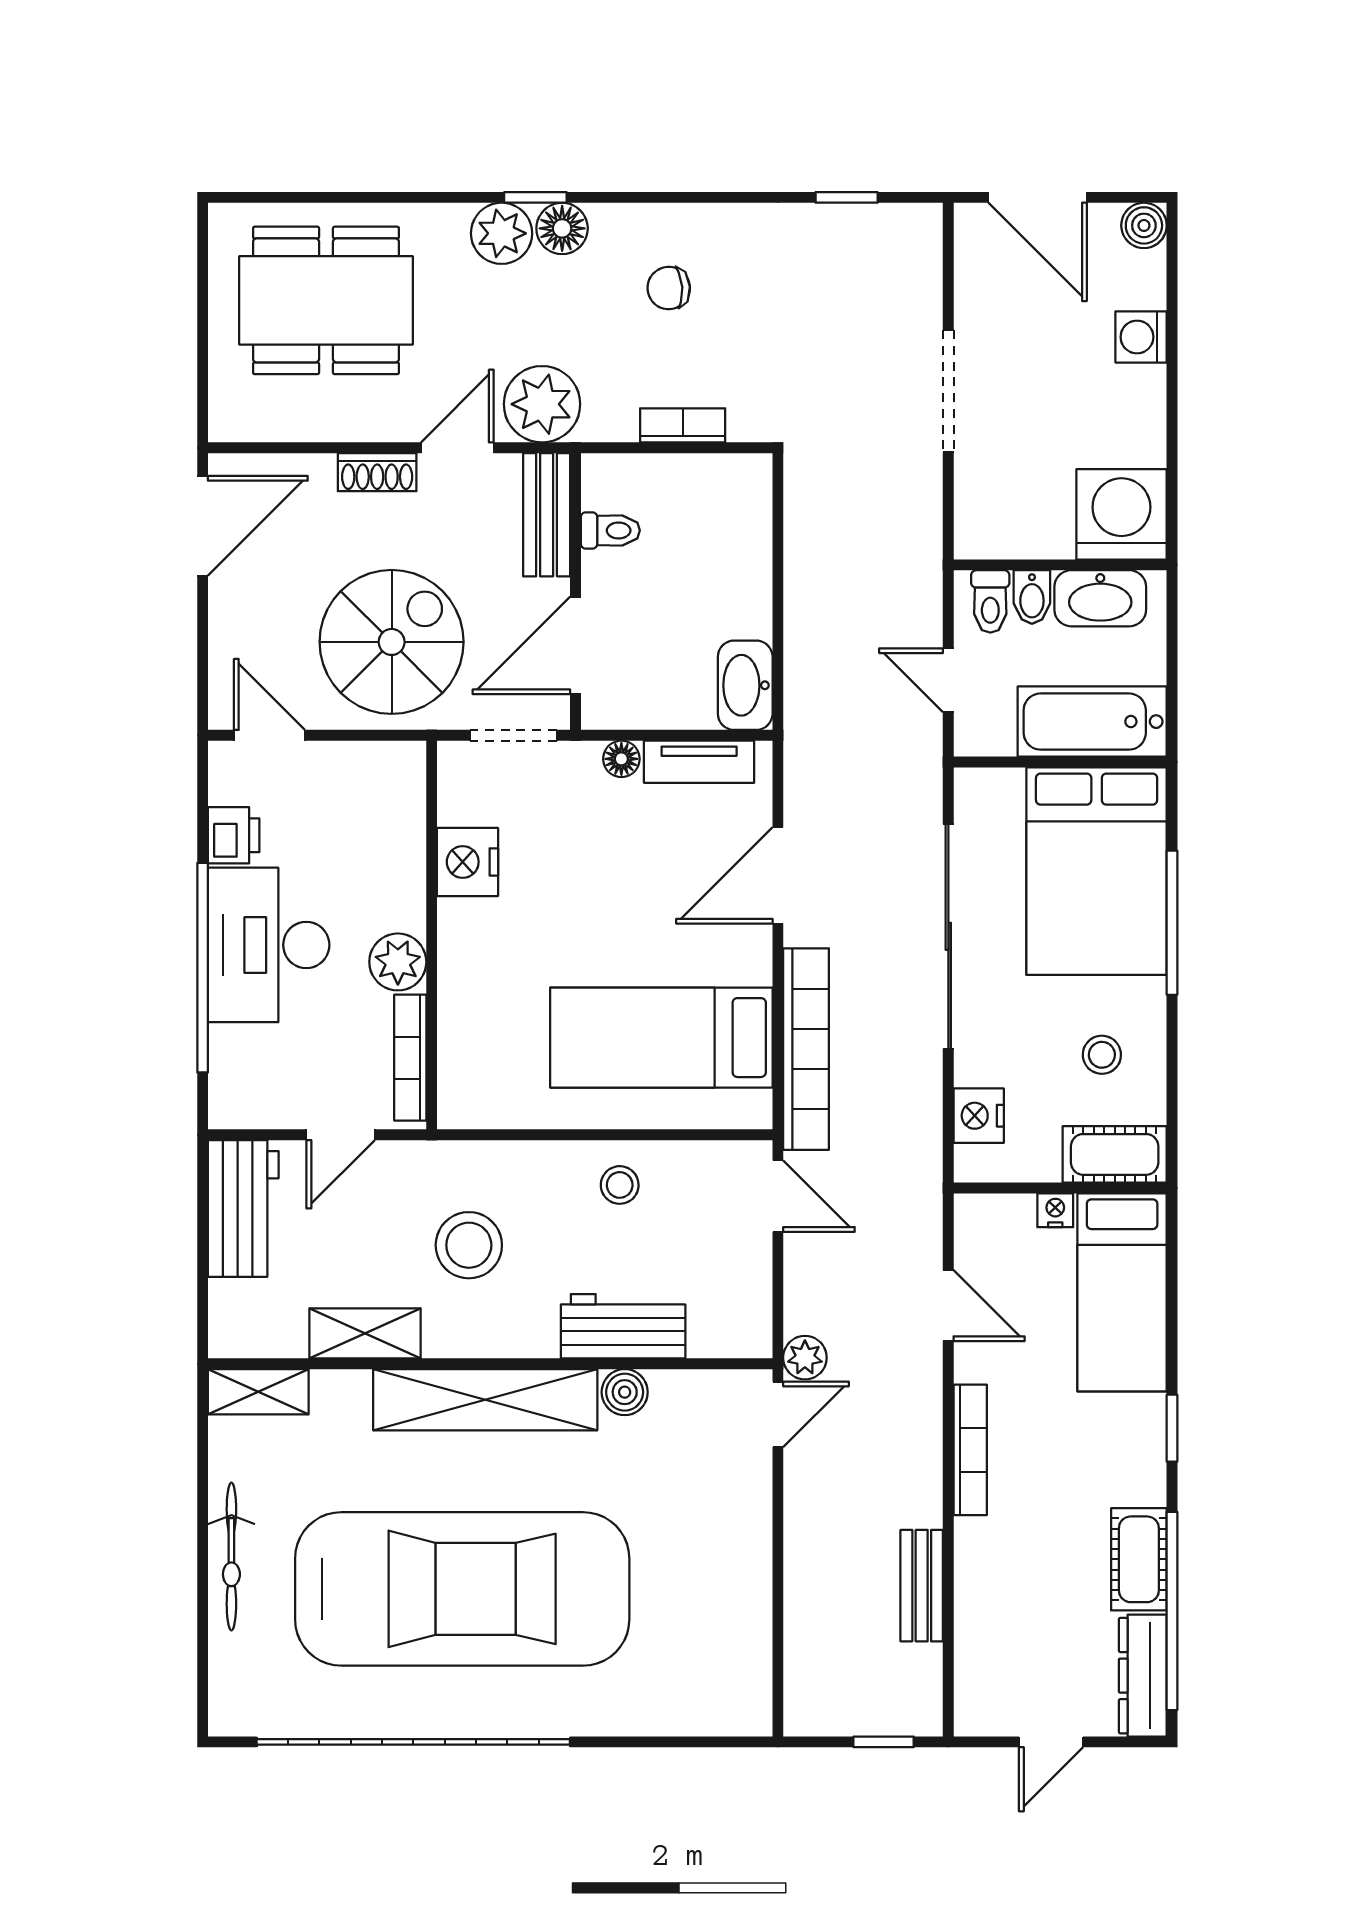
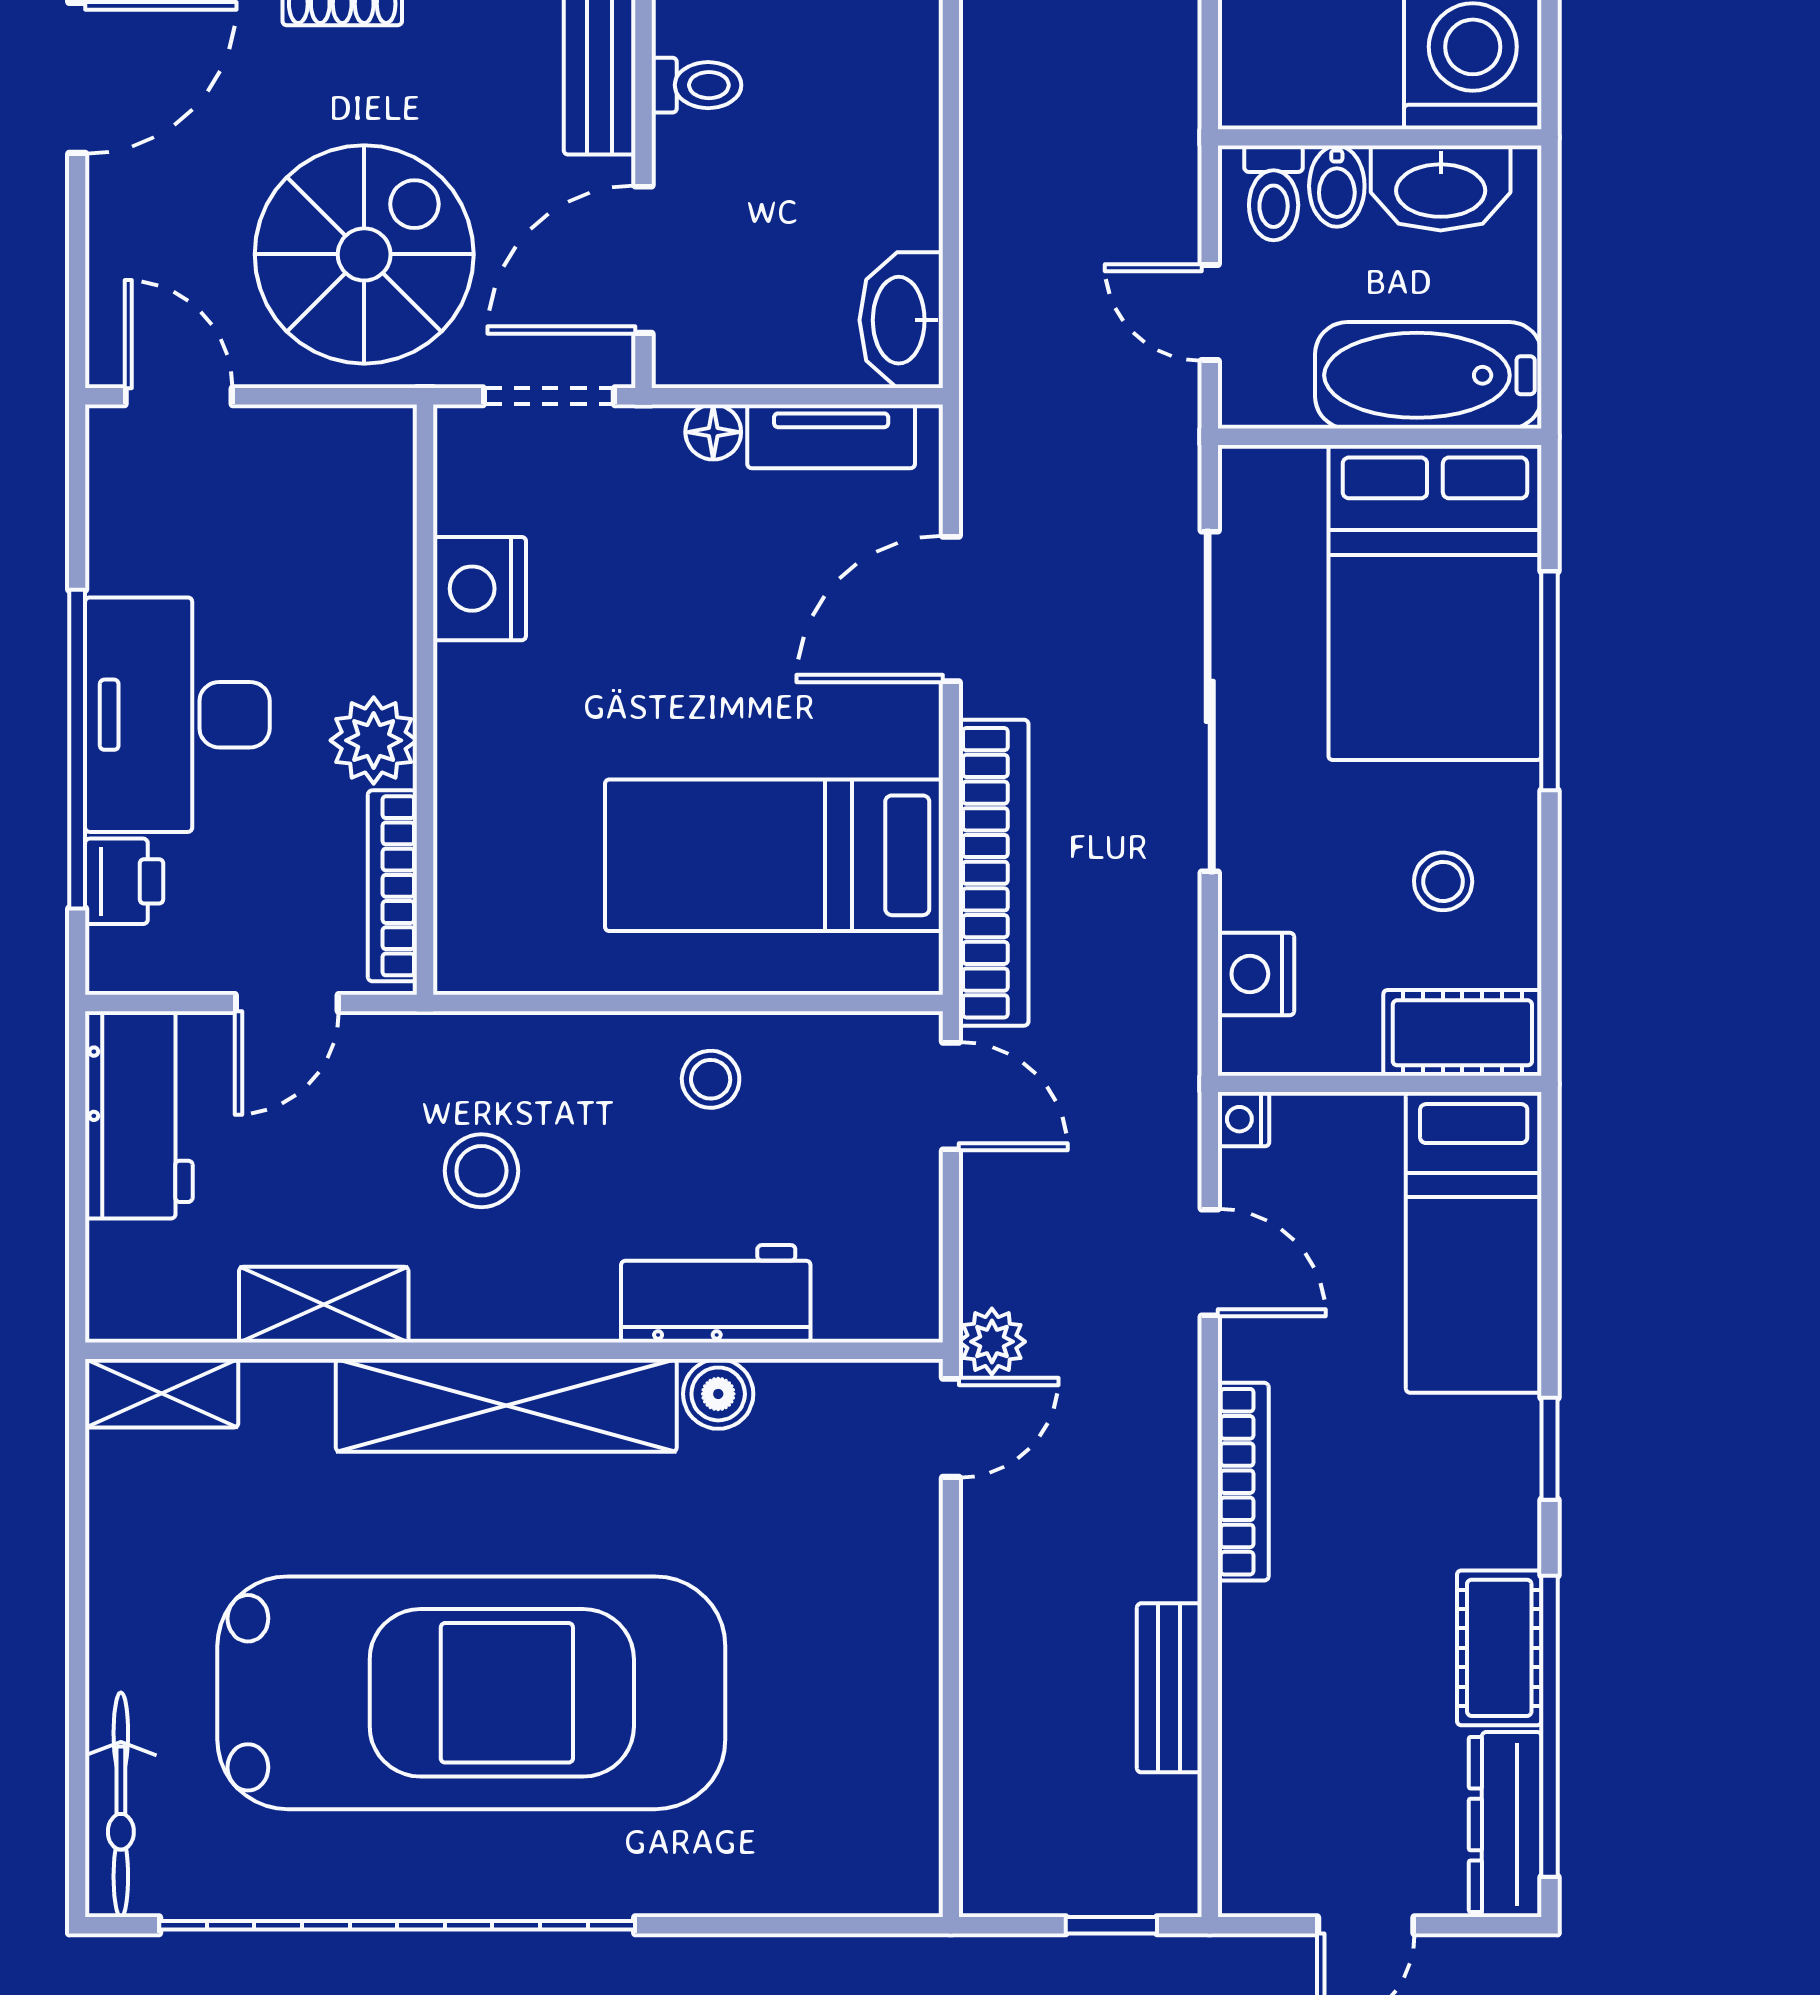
printer: (234, 835) -> (124, 881), moved
nightstand: (1055, 1210) -> (1244, 1119), moved, turned -90
stool: (469, 1245) -> (481, 1171), width x0.73, depth x0.73
bicycle: (231, 1557) -> (121, 1805), moved

